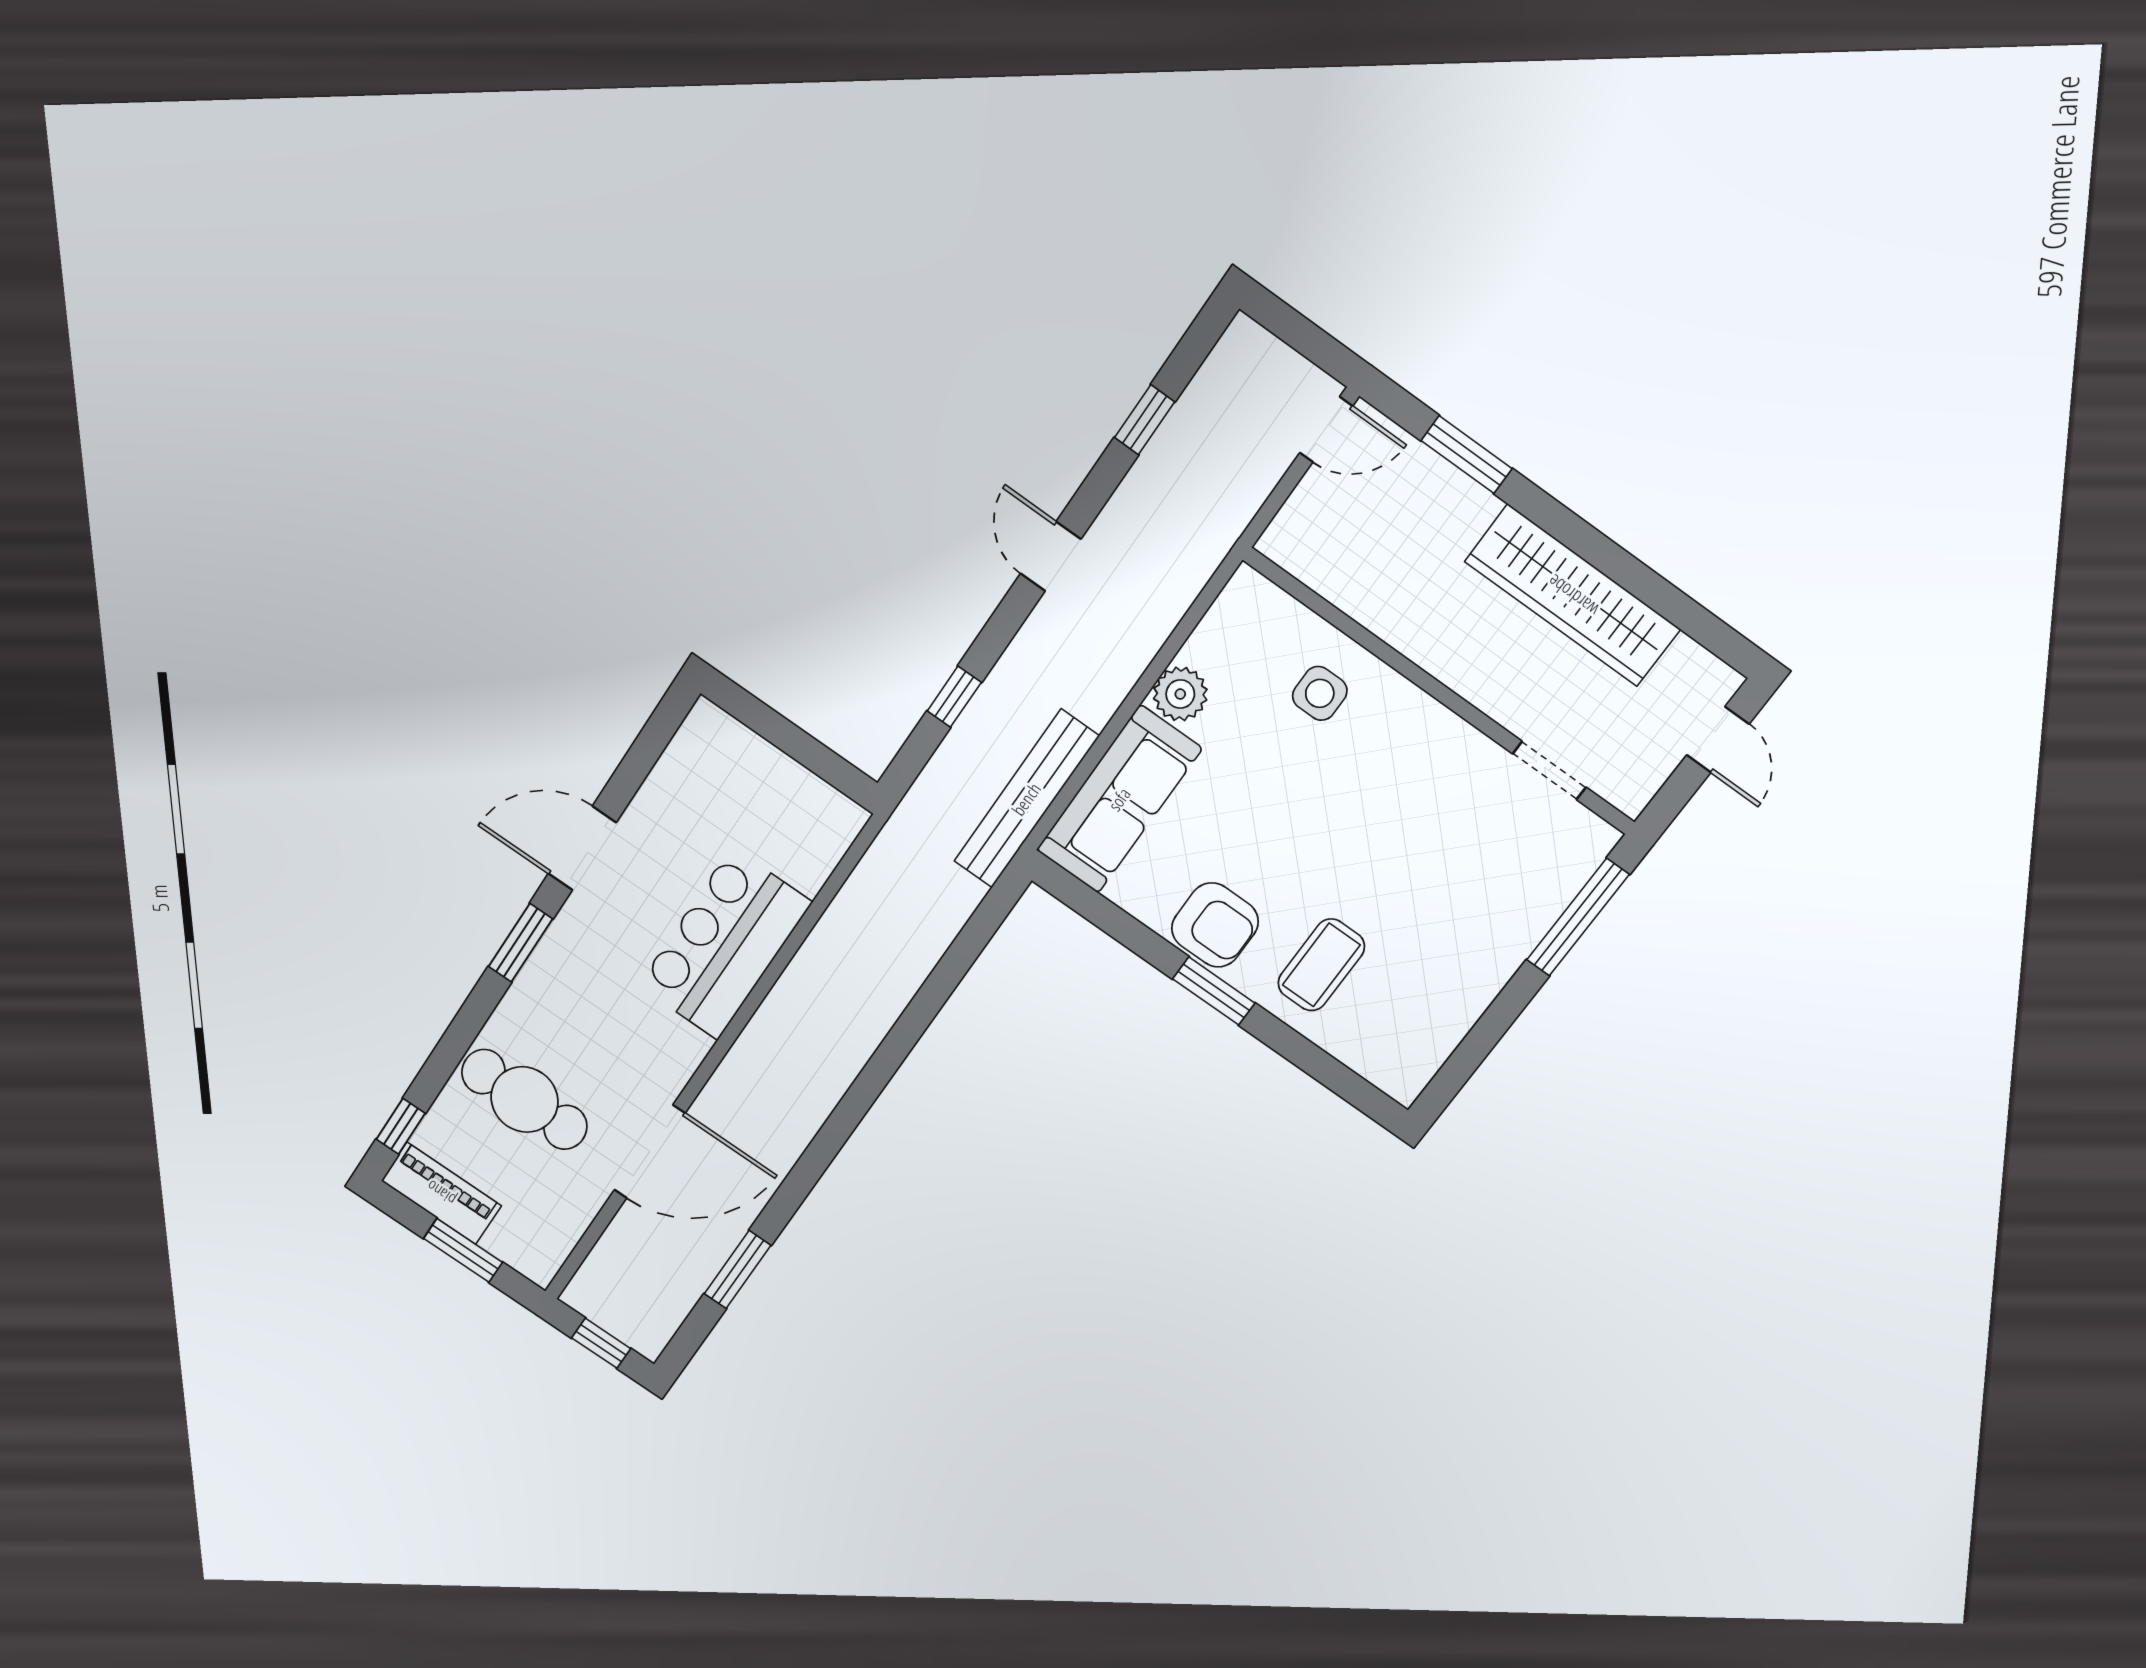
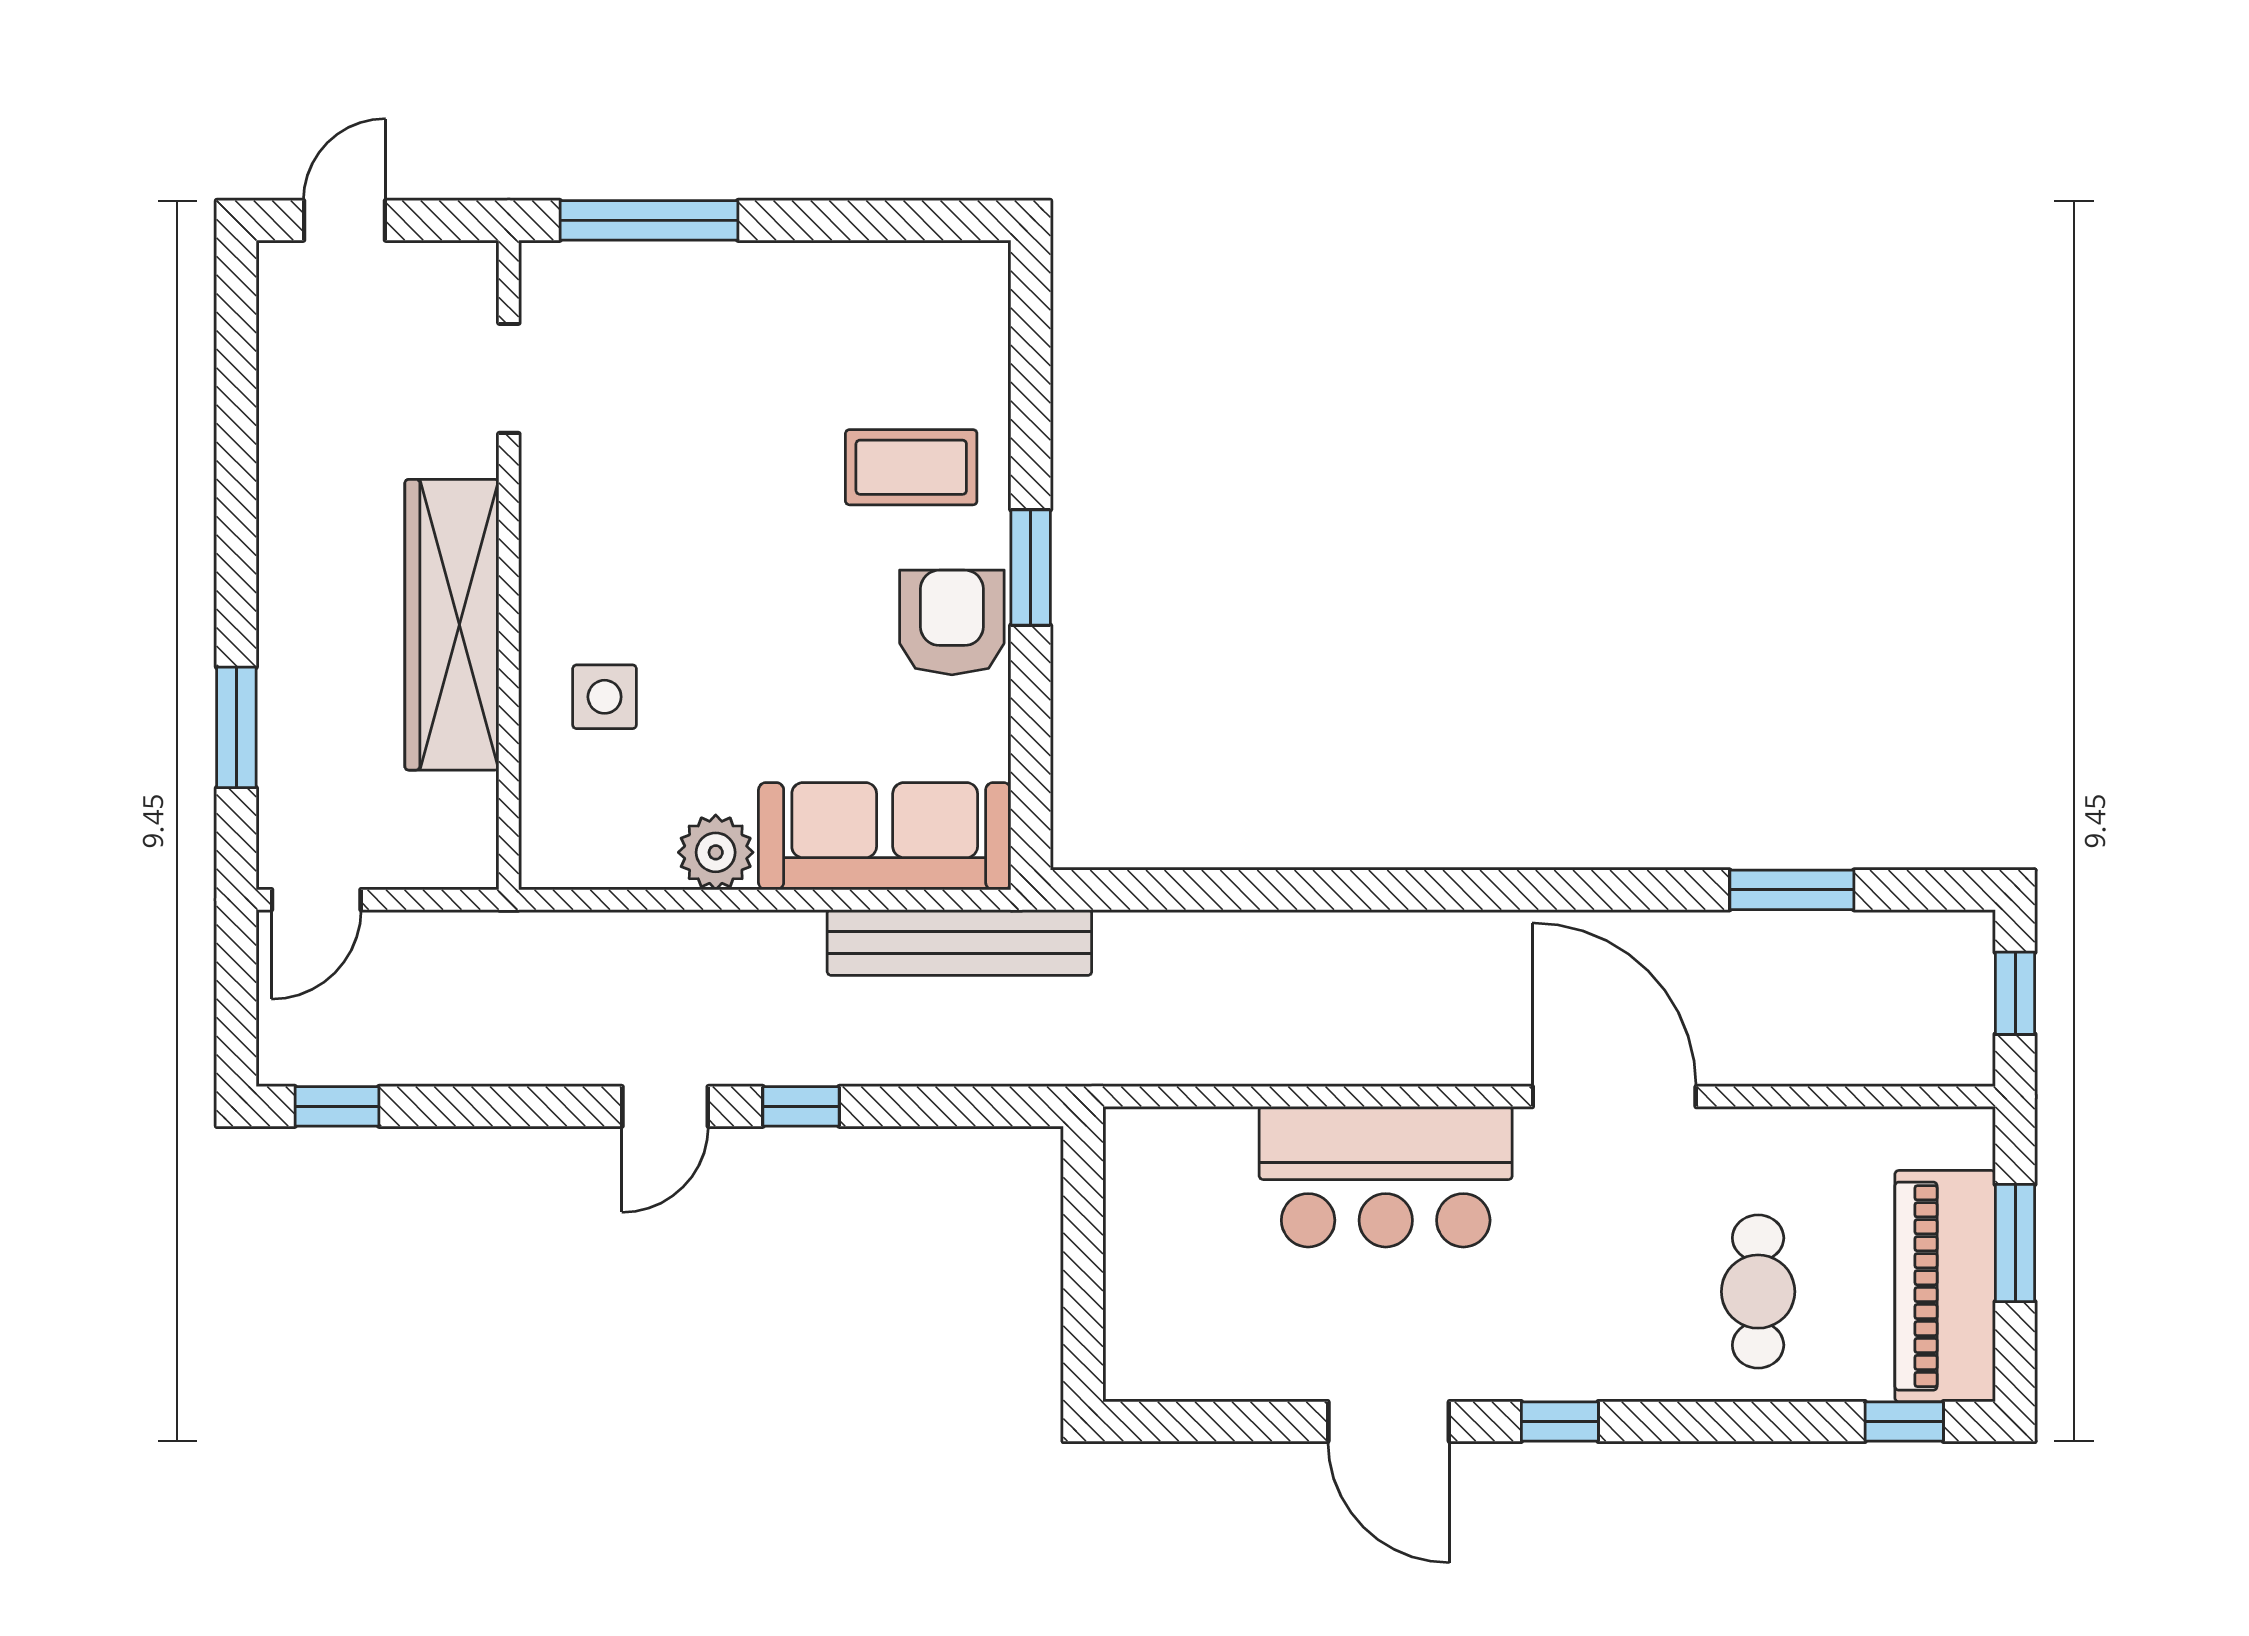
window: (1145, 420) -> (337, 1106), moved
door: (1326, 429) -> (316, 900), swing flipped
wardrobe: (1573, 596) -> (452, 625), moved, turned 180
window: (954, 697) -> (801, 1106), moved
window: (520, 943) -> (1560, 1421), width x0.67
cafe table: (524, 1099) -> (1758, 1292), width x0.73, depth x0.74
door: (650, 1152) -> (1614, 1097), moved
piano: (441, 1193) -> (1945, 1286), width x1.37, depth x1.33

